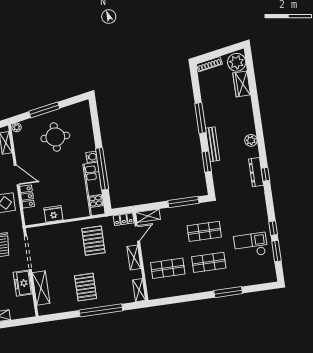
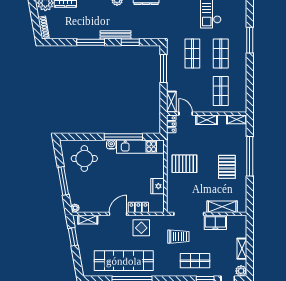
round table: (55, 137) -> (84, 159), moved
pallet: (93, 241) -> (184, 164), moved
pallet: (86, 287) -> (227, 167), turned 90

